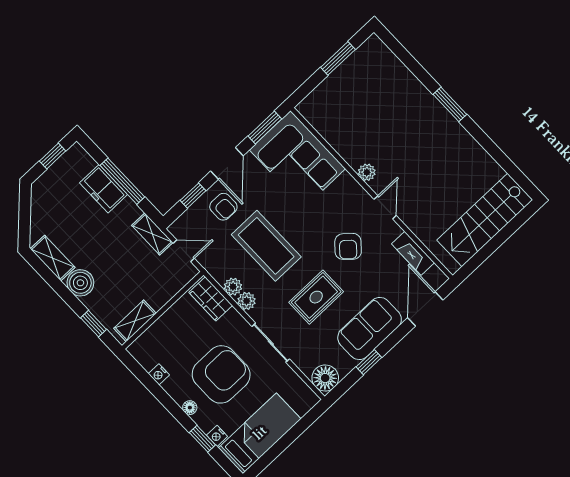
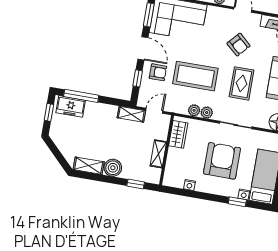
window: (122, 181) -> (81, 96), moved
freezer: (104, 189) -> (71, 106), moved
wardrobe: (211, 299) -> (178, 134), moved, turned -90
shelving: (135, 321) -> (158, 154), moved
floor lamp: (190, 408) -> (219, 190), removed

